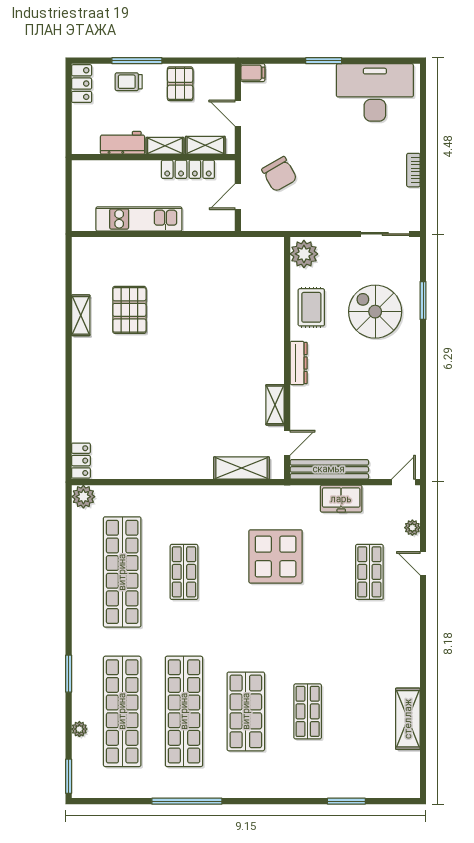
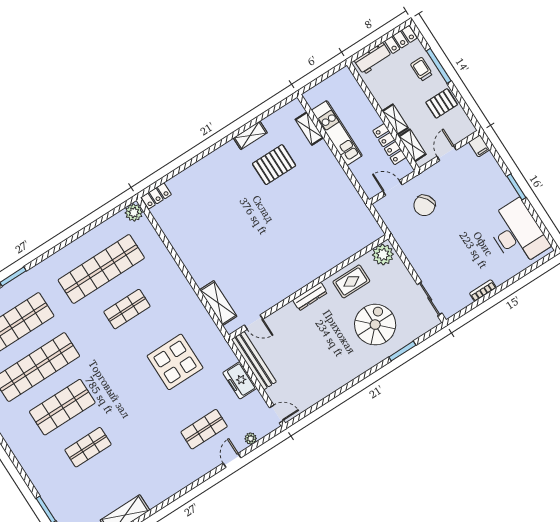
workbench: (123, 143) -> (373, 59), moved, turned 90
shelving: (275, 405) -> (309, 129), moved, turned 90

